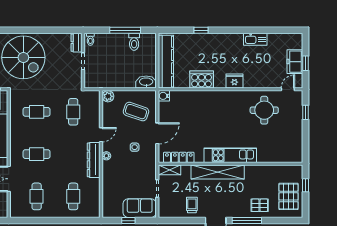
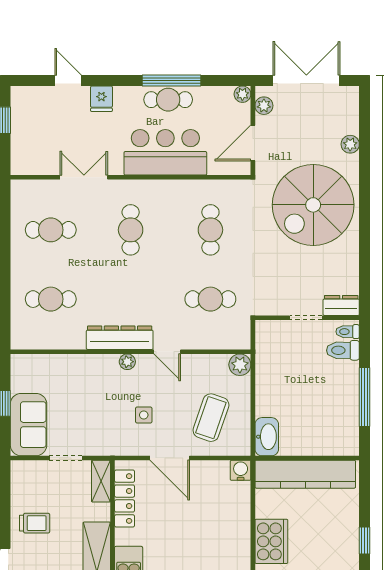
toilet: (134, 42) -> (343, 350), moved

